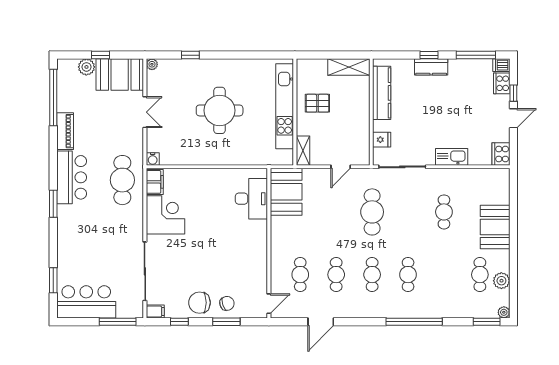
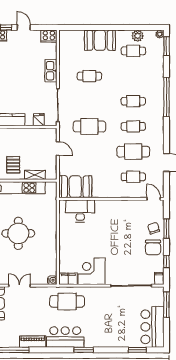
shelving: (303, 151) -> (35, 175), moved
cafe table: (336, 275) -> (133, 152), width x1.37, depth x1.35

